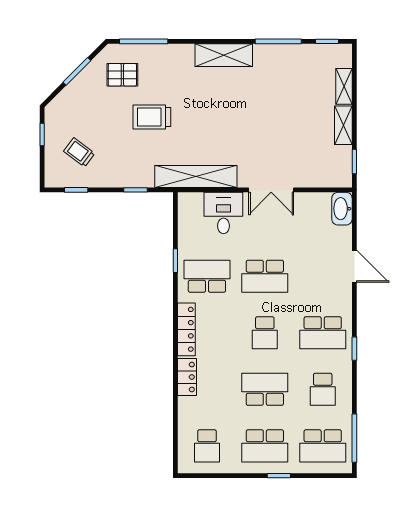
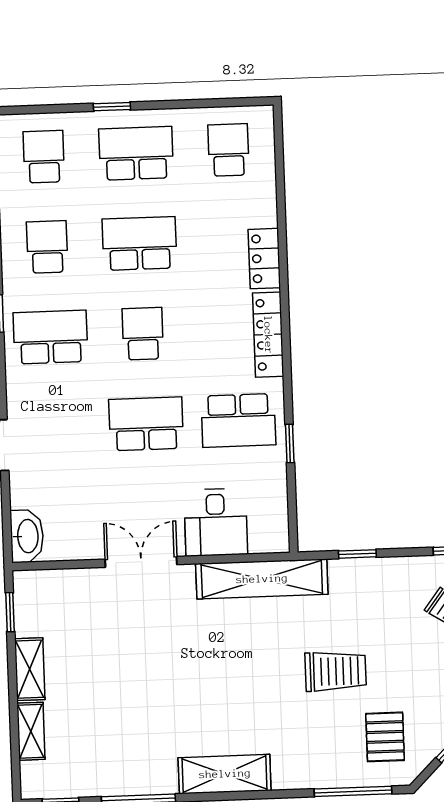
pallet: (122, 75) -> (385, 737), turned 90
school desk: (265, 389) -> (139, 243), turned 180
school desk: (323, 446) -> (44, 157), width x0.54

